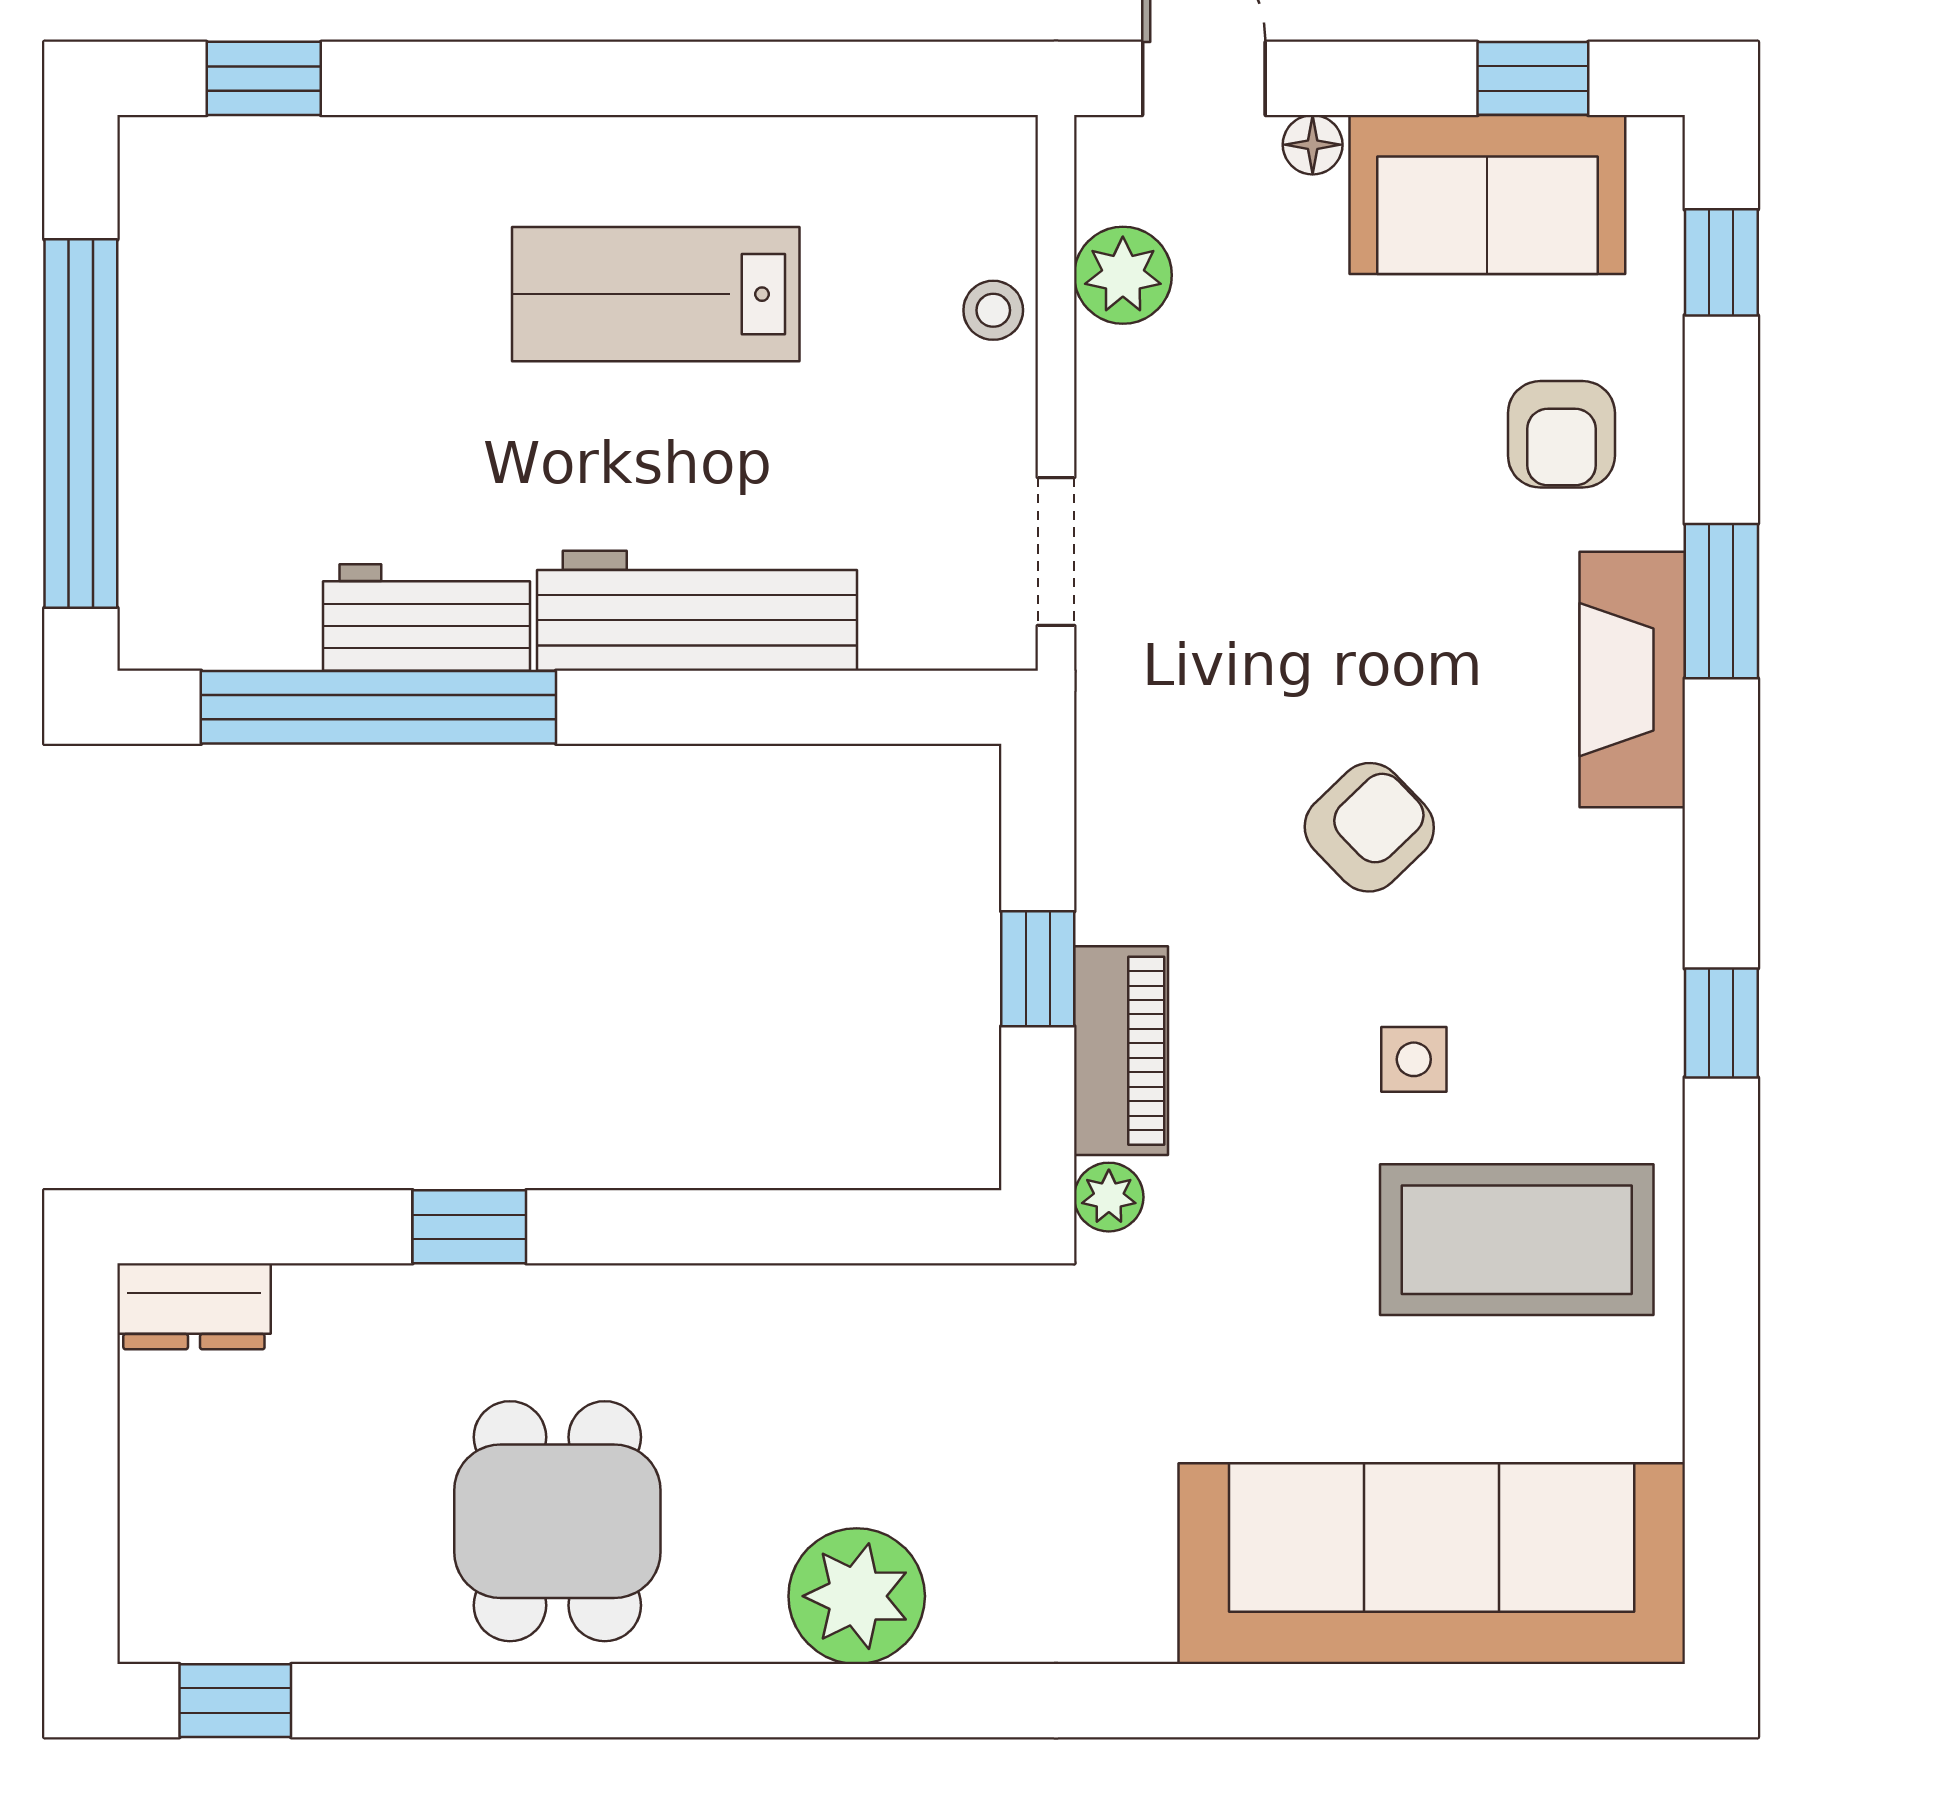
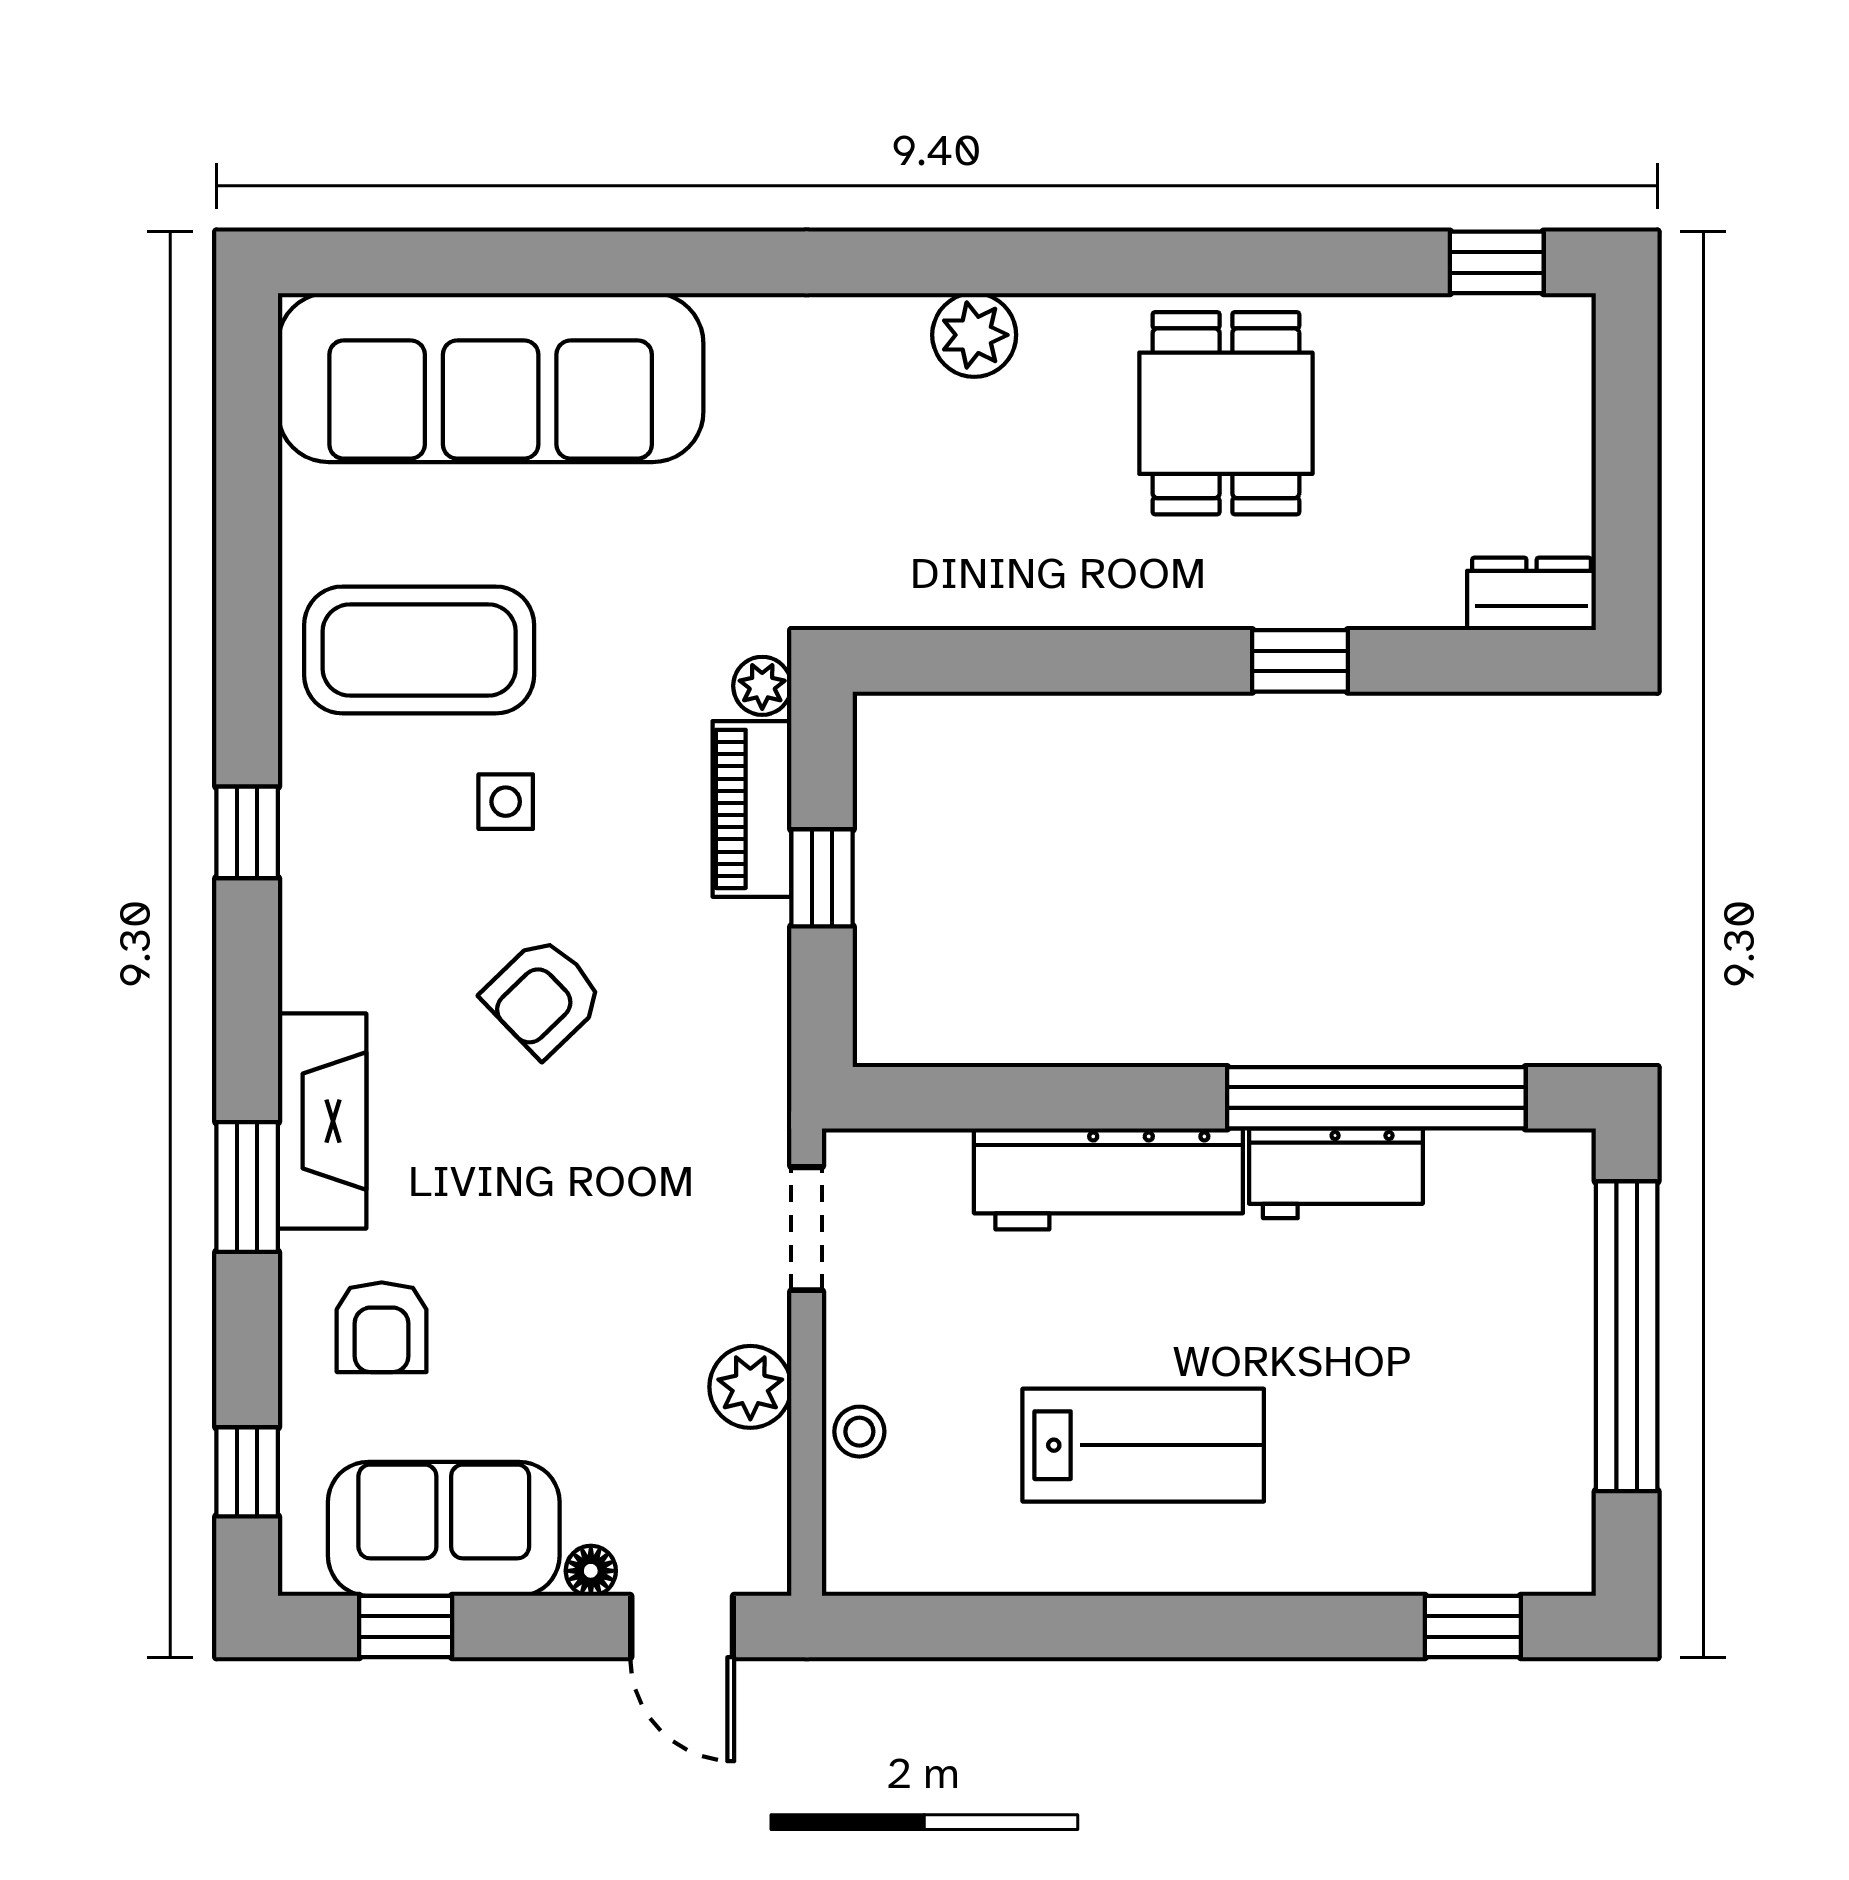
plant: (1123, 275) -> (750, 1387), moved
armchair: (1561, 434) -> (382, 1327), turned 180
plant: (857, 1596) -> (974, 335), width x0.73, depth x0.73

